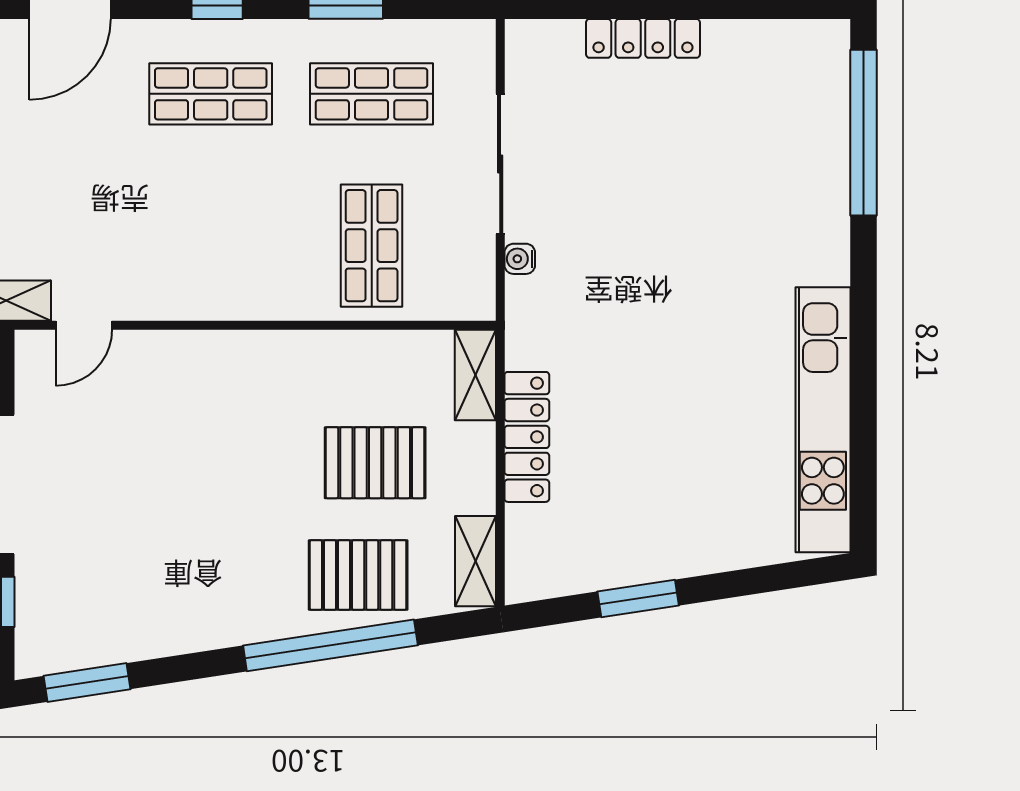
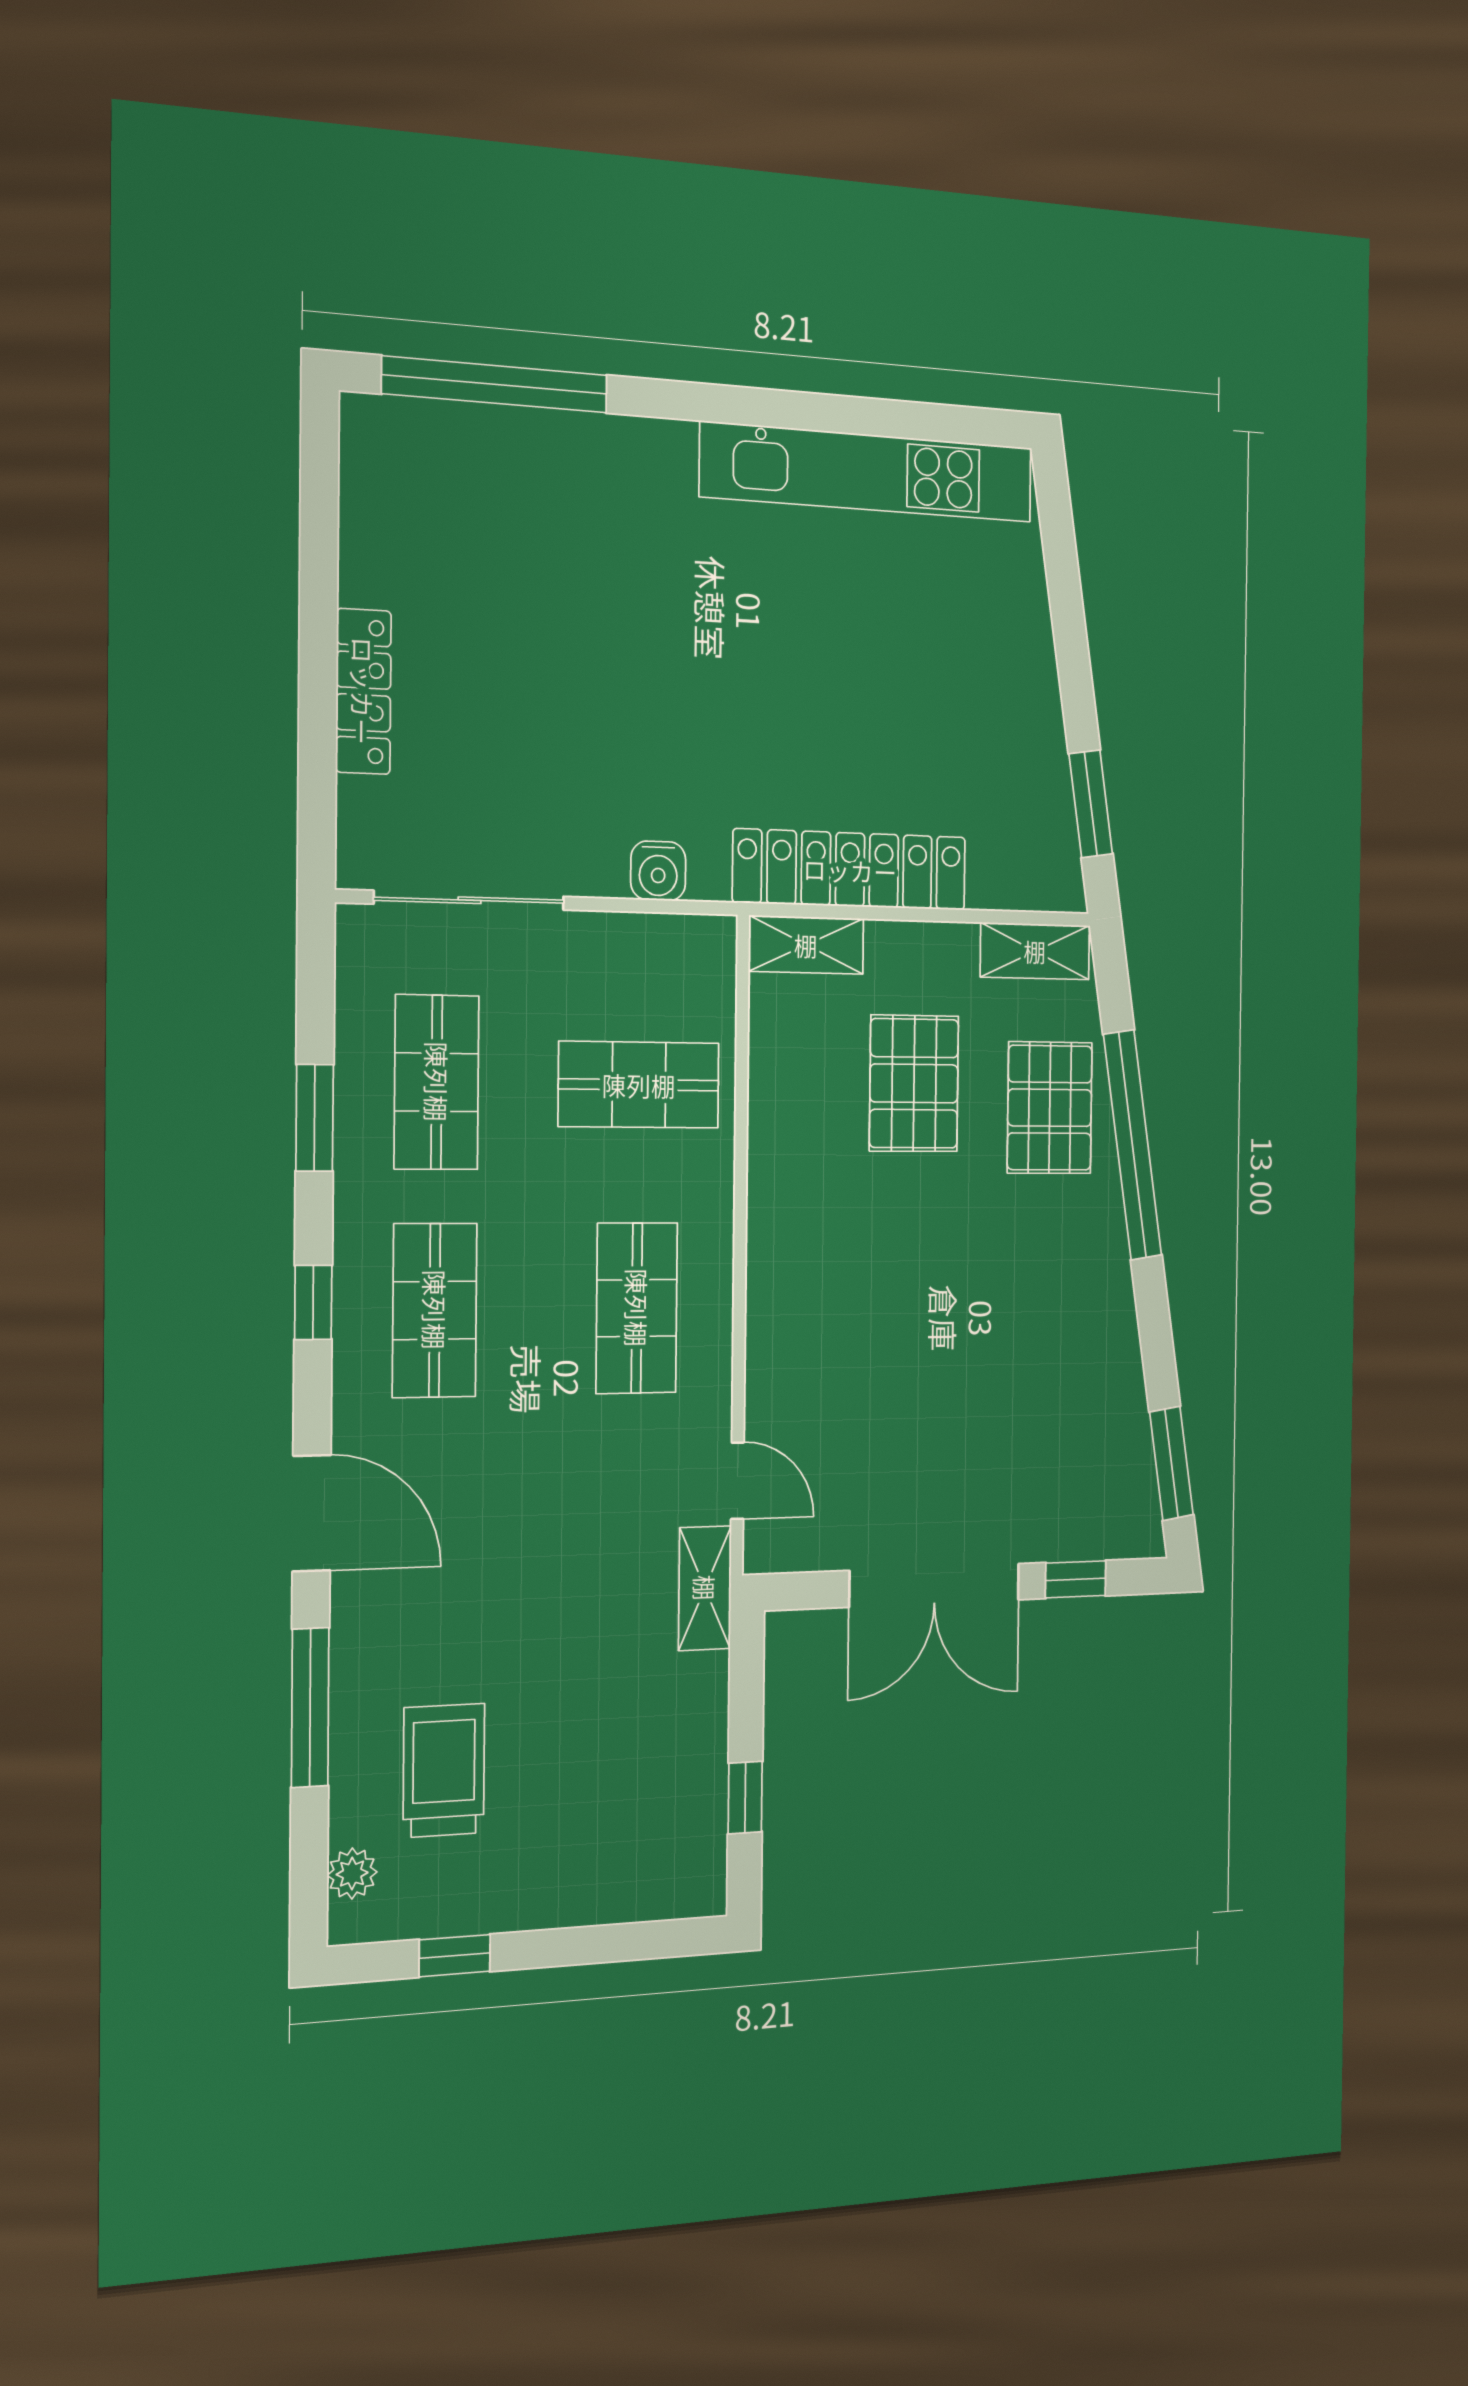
sliding door: (500, 164) -> (470, 900), moved
shop shelf: (211, 246) -> (637, 1308), added
water cooler: (520, 259) -> (658, 871), width x1.38, depth x1.38
locker: (527, 437) -> (850, 870), width x1.41, depth x1.21
window: (638, 599) -> (1091, 804), moved

